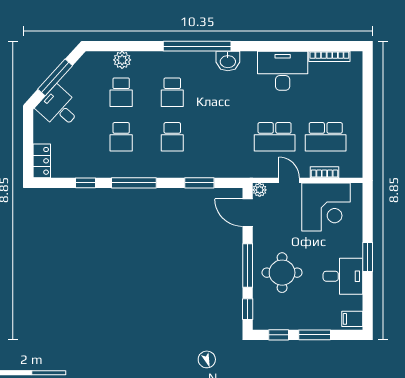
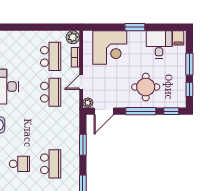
school desk: (172, 137) -> (51, 164), width x1.85
plant: (353, 168) -> (73, 37), added
corner desk: (326, 207) -> (110, 48), moved, turned 90
desk: (343, 276) -> (159, 44), moved

